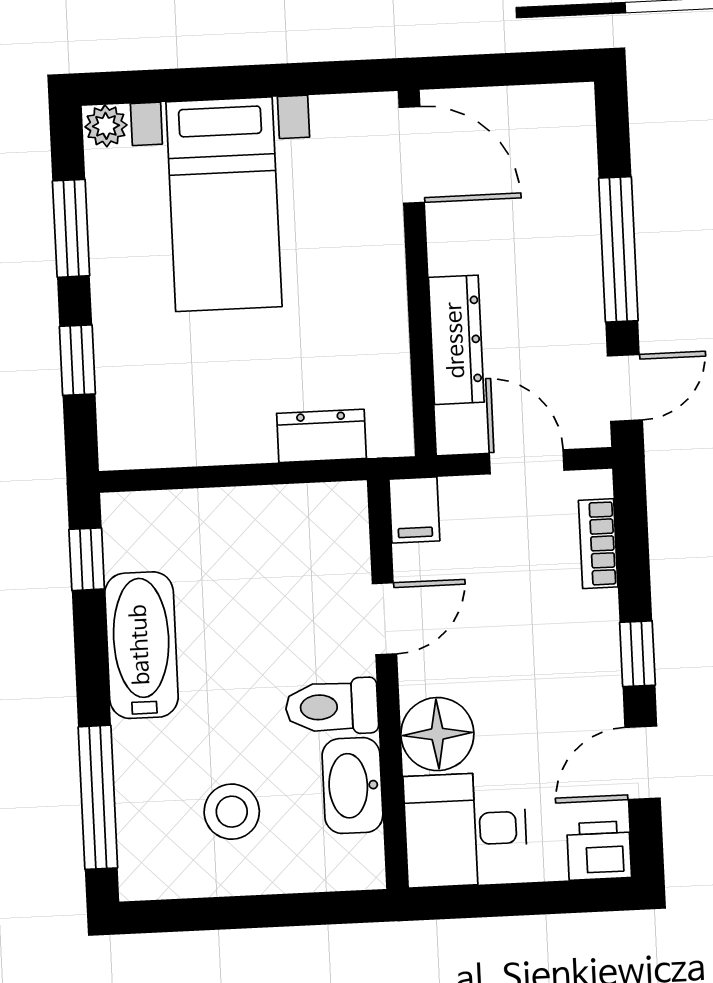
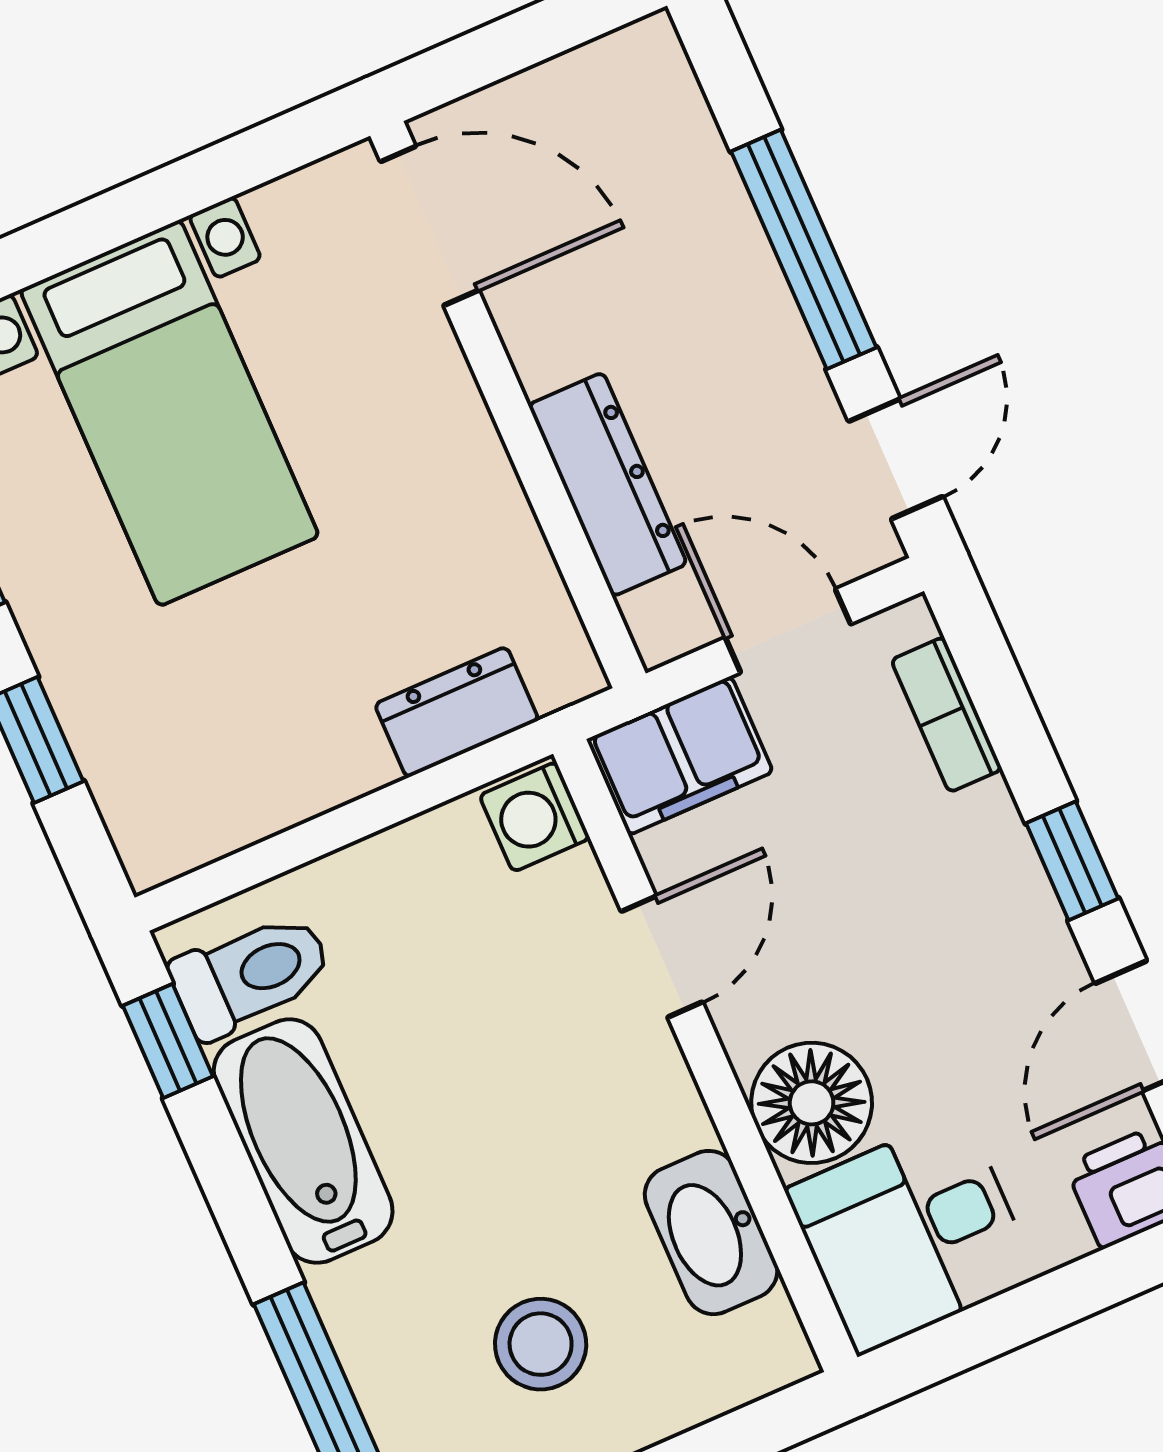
filing cabinet: (414, 510) -> (680, 756), width x2.00
washing machine: (343, 512) -> (535, 817), added
toilet: (332, 707) -> (251, 975), moved, turned 180

